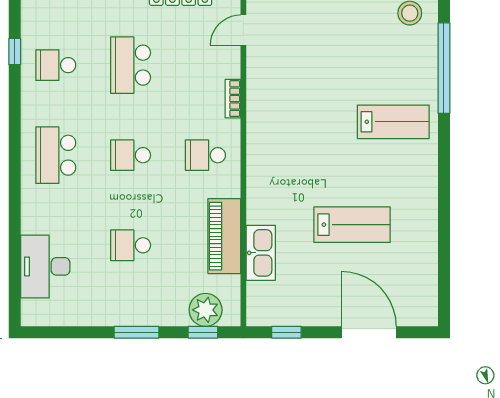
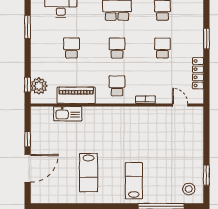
school desk: (131, 65) -> (162, 48), width x0.54
lab bench: (393, 122) -> (134, 181), turned 180
lab bench: (352, 225) -> (88, 173), moved
window: (137, 332) -> (28, 27), moved
window: (286, 332) -> (28, 139), moved

